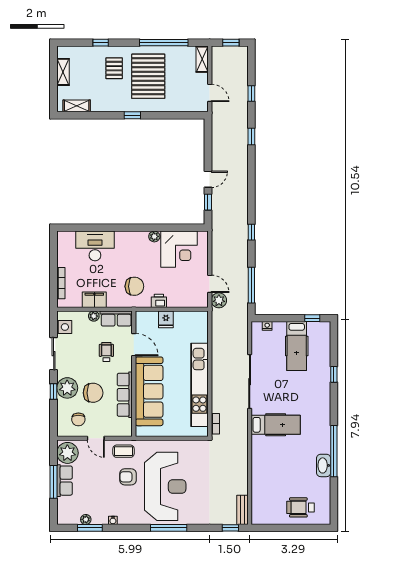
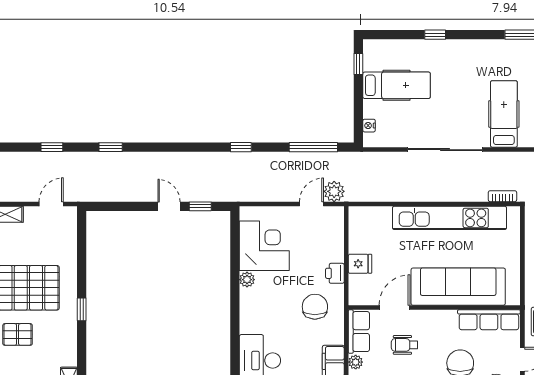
row of seats: (125, 395) -> (489, 320), moved

